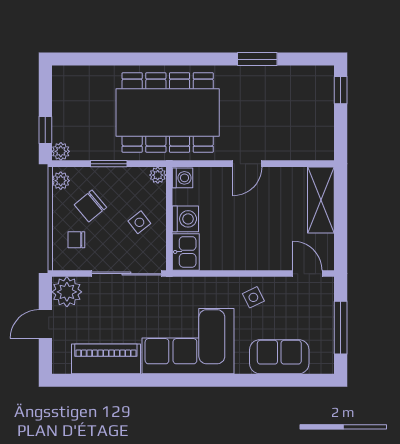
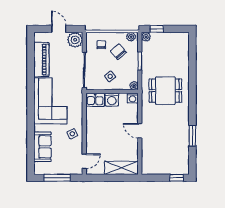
dining table: (168, 113) -> (165, 91), width x0.53, depth x0.80

